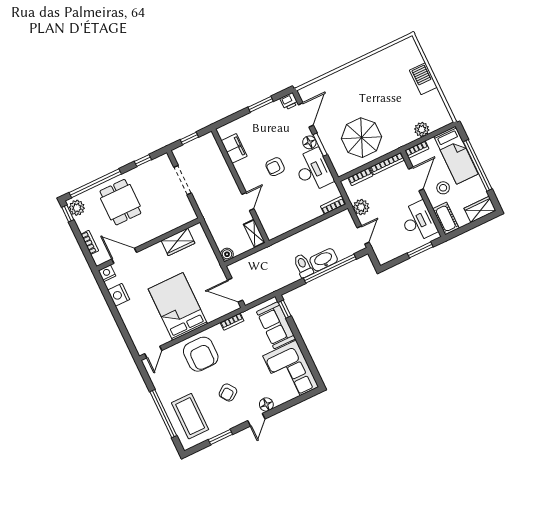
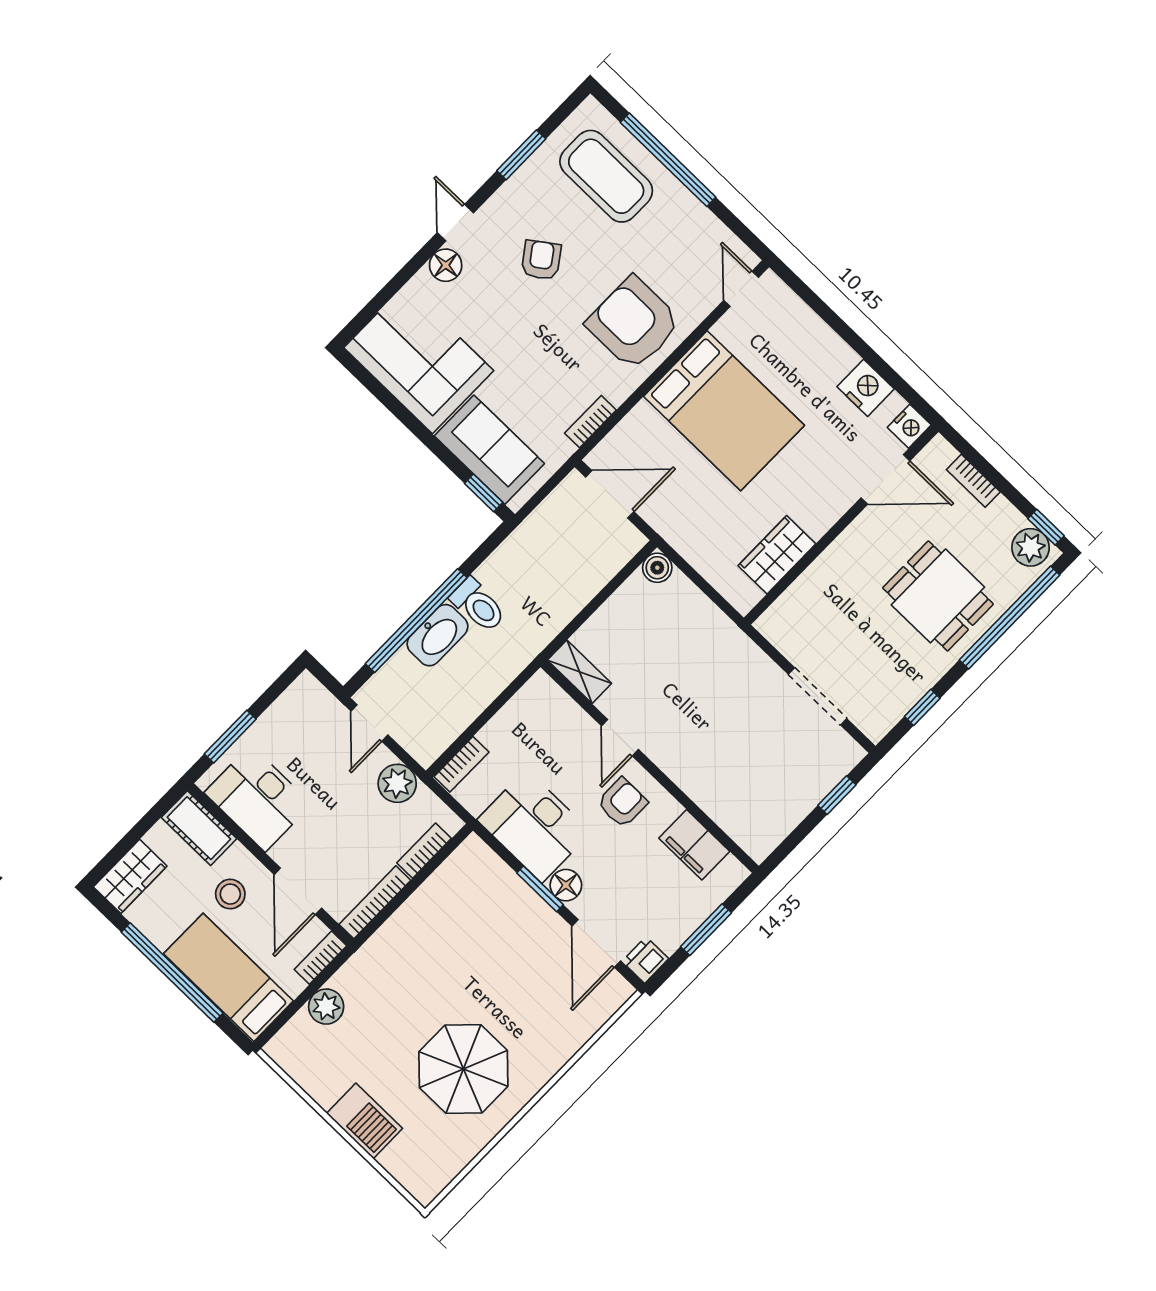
parasol: (362, 138) -> (463, 1069), moved
filing cabinet: (234, 148) -> (694, 845), moved
wall: (240, 186) -> (650, 766), moved
door: (248, 202) -> (620, 738), moved
shelving: (254, 233) -> (579, 672), moved

